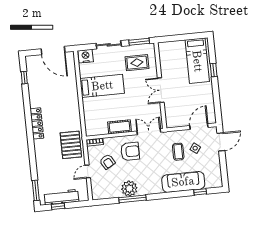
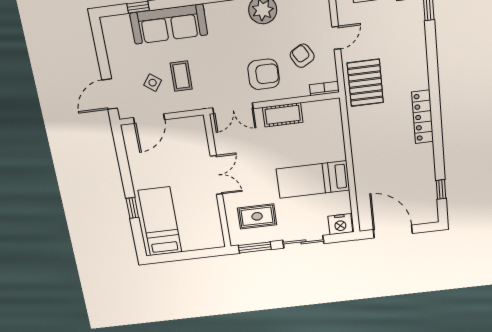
armchair: (130, 151) -> (264, 74), turned 180

